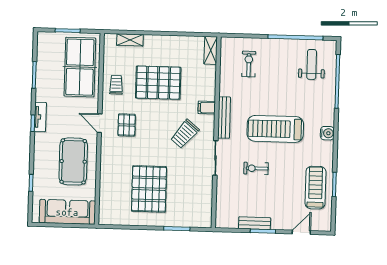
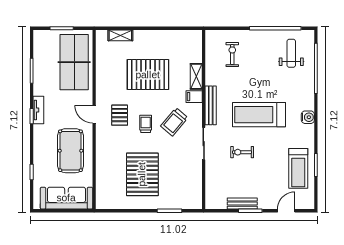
shelving: (211, 50) -> (196, 76), moved
trolley: (116, 85) -> (146, 124), moved
treadmill: (315, 188) -> (298, 168), turned 180

